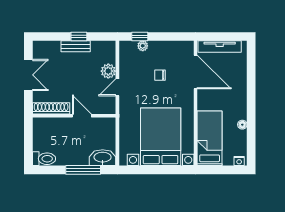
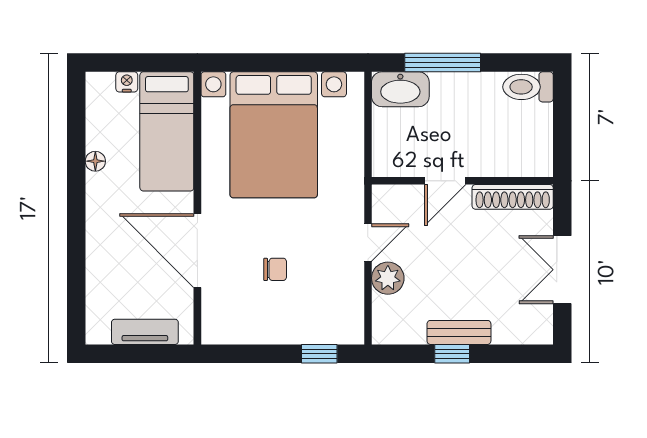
plant: (143, 46) -> (313, 333), removed
tv unit: (220, 46) -> (145, 332), width x0.71
door: (196, 72) -> (197, 251), moved
door: (82, 116) -> (445, 181), hinge flipped
nightstand: (239, 161) -> (127, 82), moved

